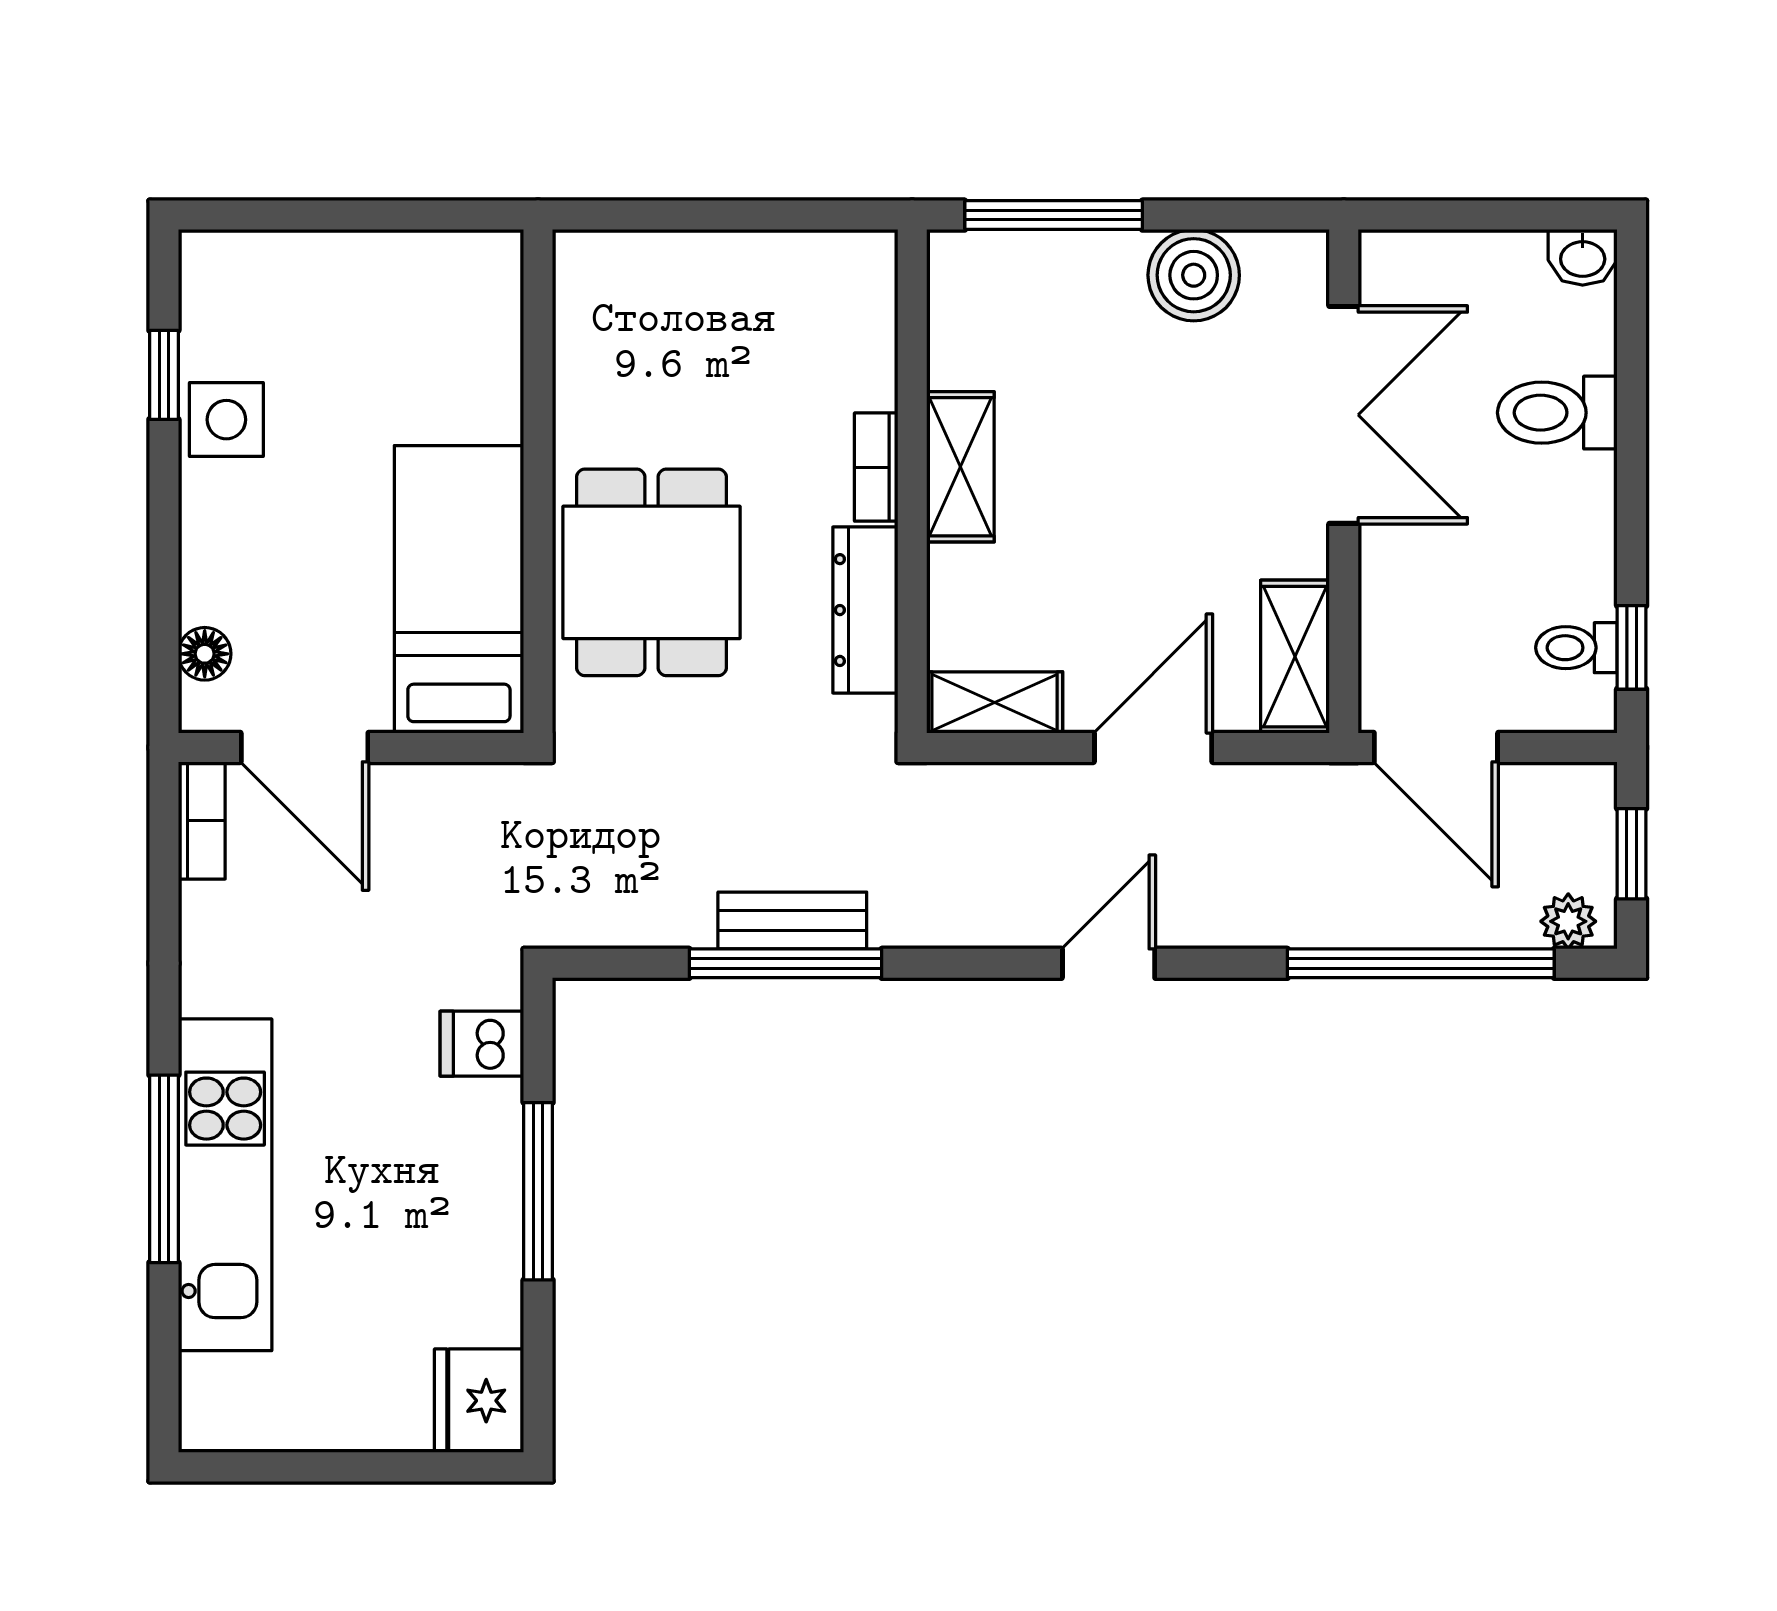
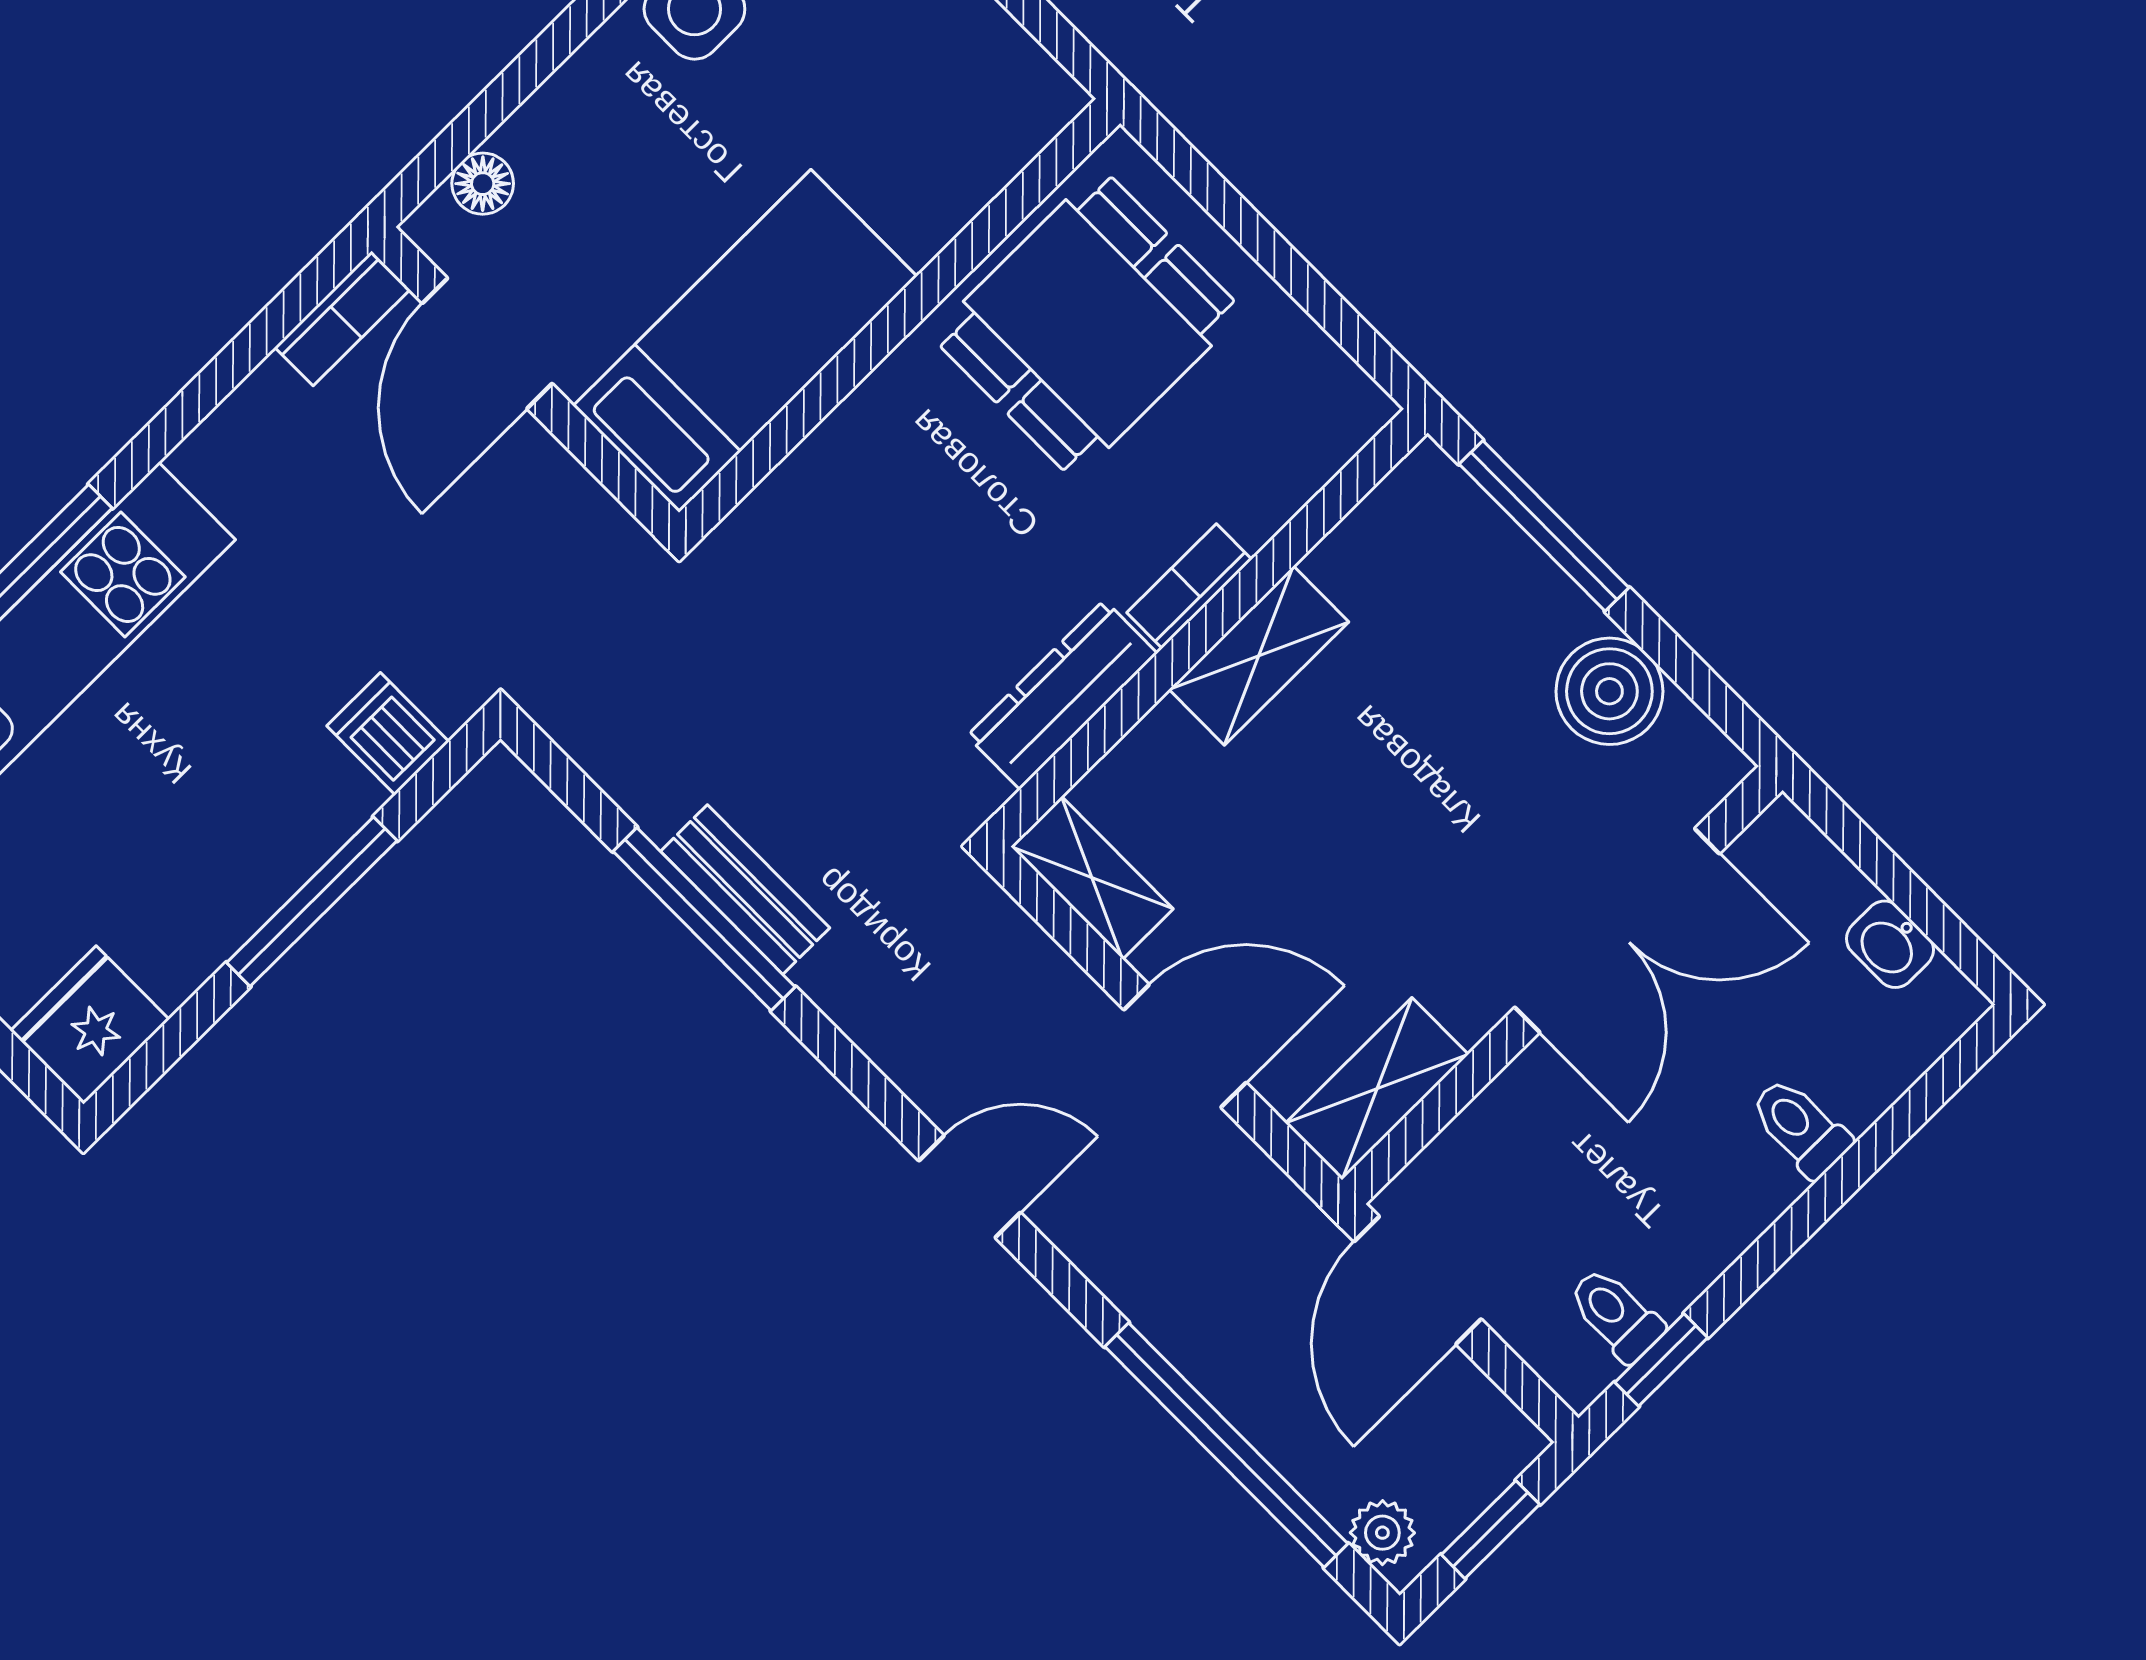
washbasin: (1583, 257) -> (1890, 944), moved
toilet: (1557, 413) -> (1800, 1127), width x0.73, depth x0.72
dining table: (651, 572) -> (1087, 324), moved

